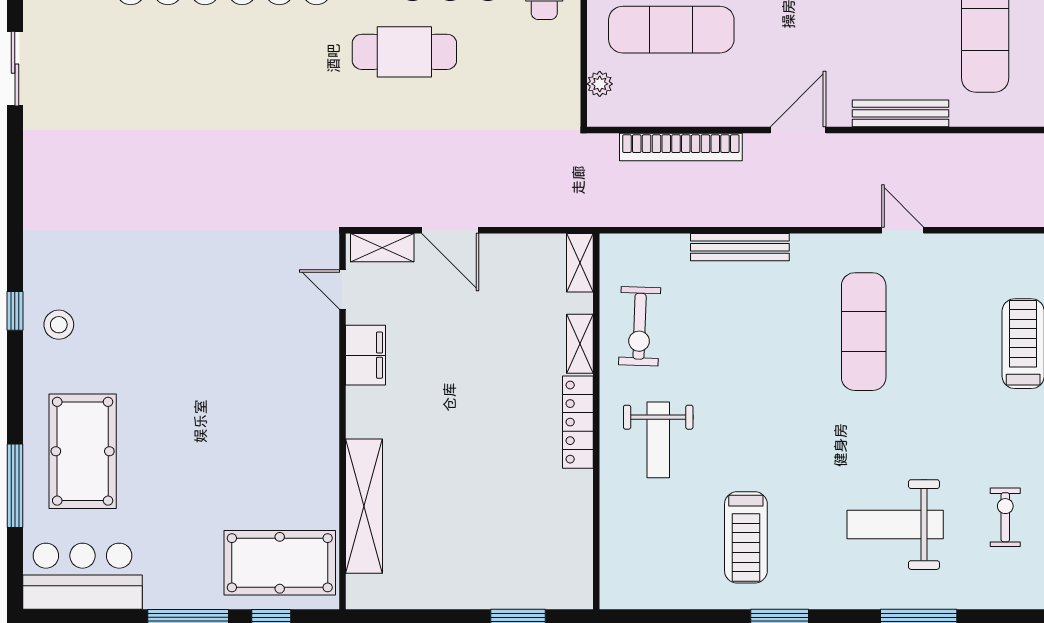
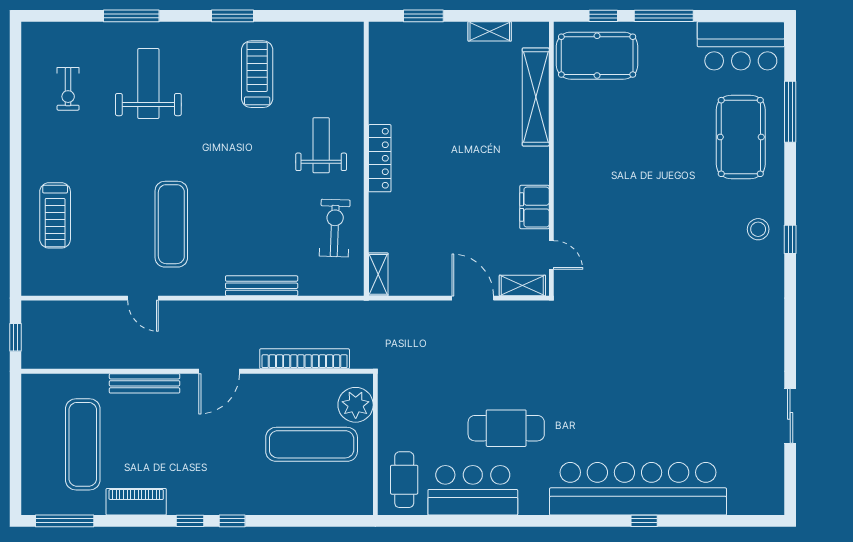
plant: (600, 84) -> (356, 405), width x1.87, depth x1.87
shelving: (580, 344) -> (490, 31), moved, turned 90
weight bench: (895, 525) -> (148, 84), turned -90

